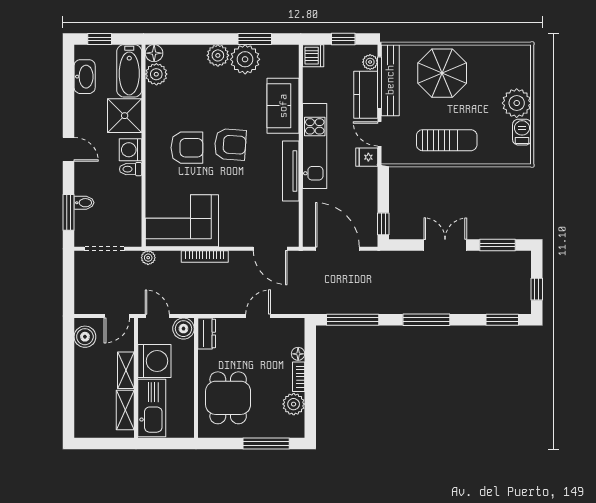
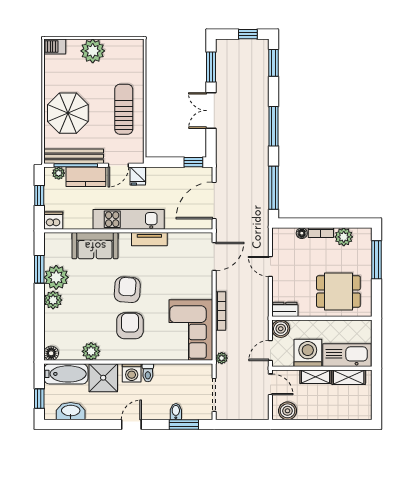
plant: (156, 74) -> (91, 351), moved
barbecue: (522, 132) -> (55, 47), moved
tv unit: (291, 171) -> (149, 239), width x0.71

